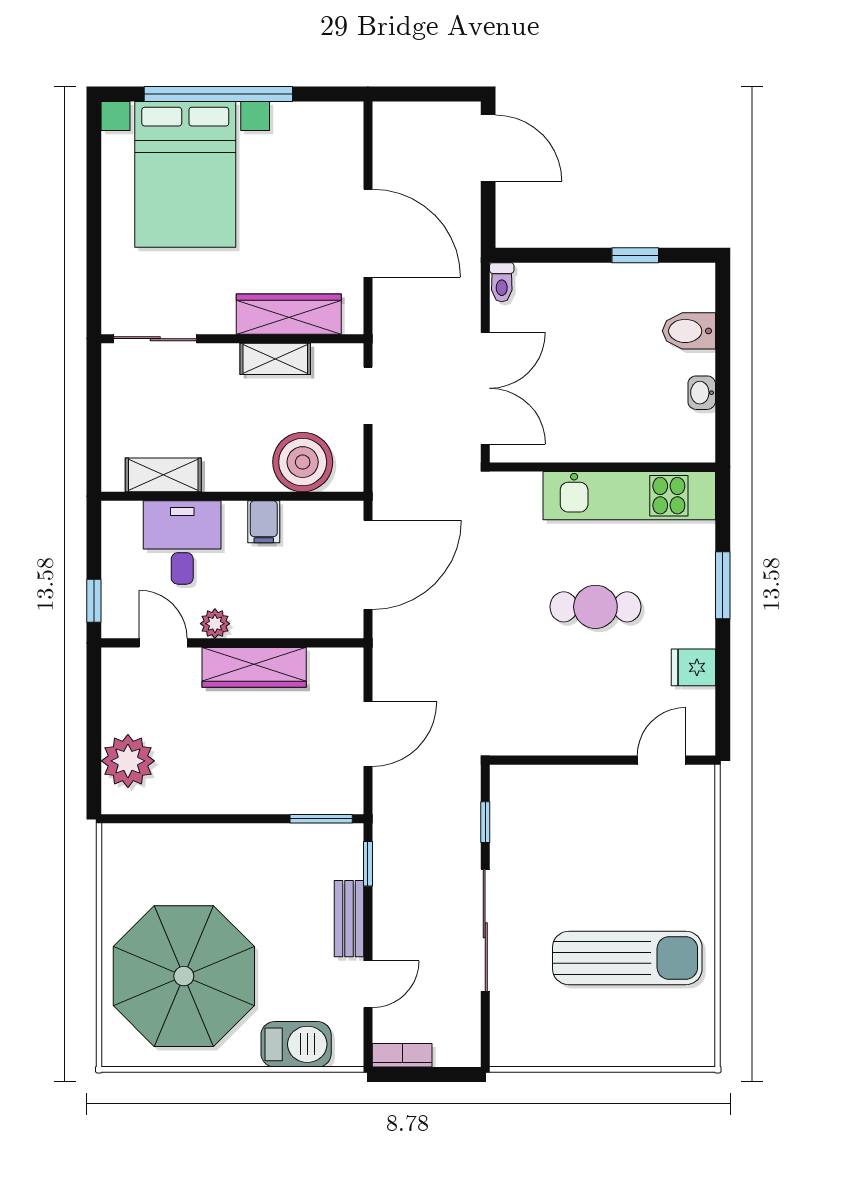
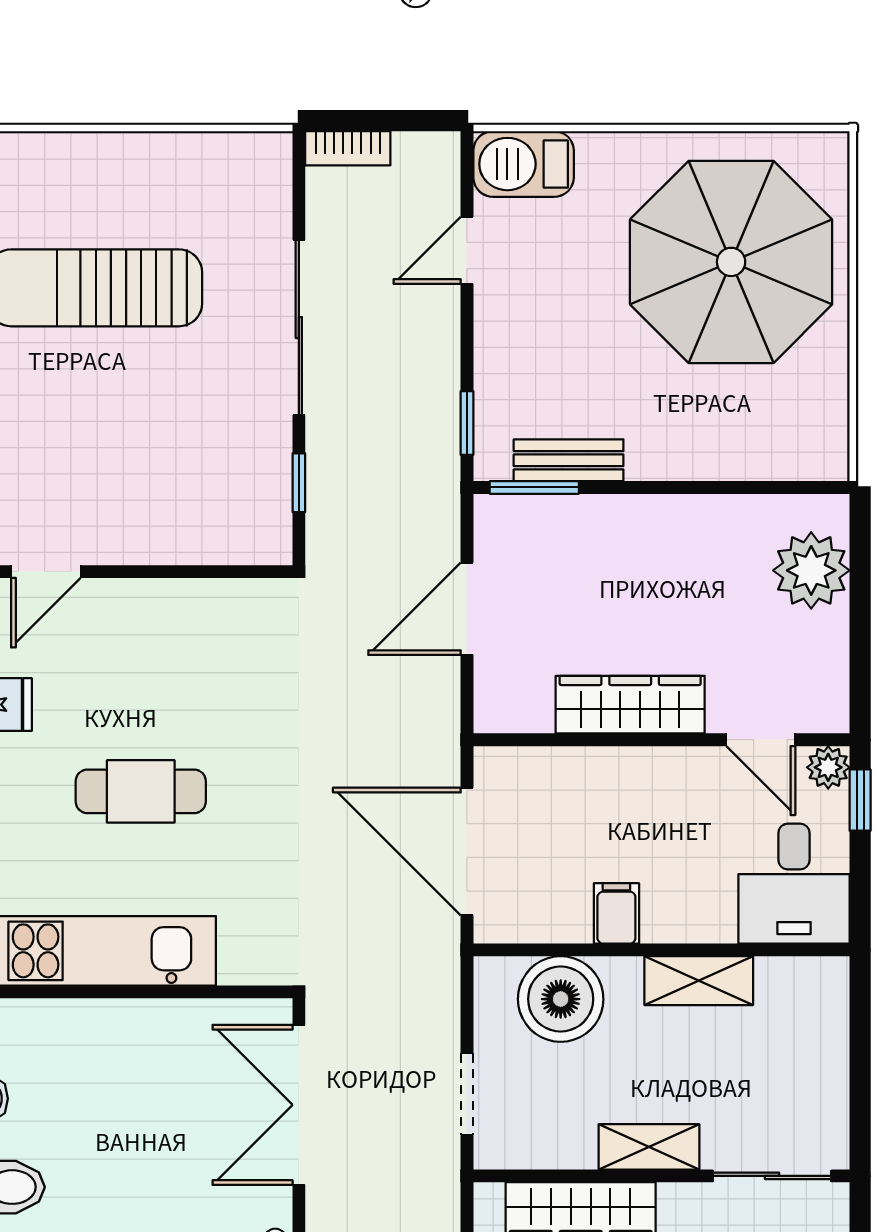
shelving: (275, 359) -> (649, 1147), moved
shelving: (163, 475) -> (699, 981), moved
desk: (182, 542) -> (794, 884), moved
door: (368, 565) -> (467, 852), hinge flipped
plant: (215, 624) -> (828, 767), moved
bench: (349, 919) -> (569, 460), moved, turned 90
barbecue: (296, 1044) -> (524, 164), moved
bookcase: (402, 1055) -> (348, 148), moved

